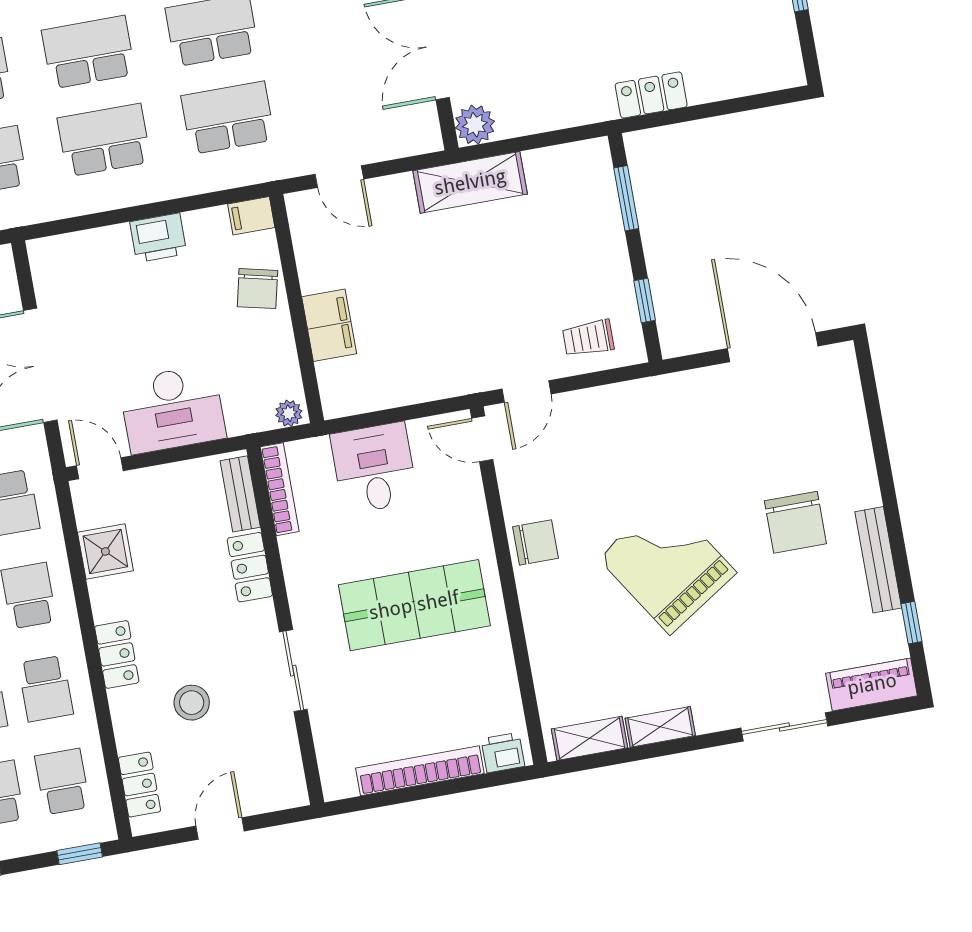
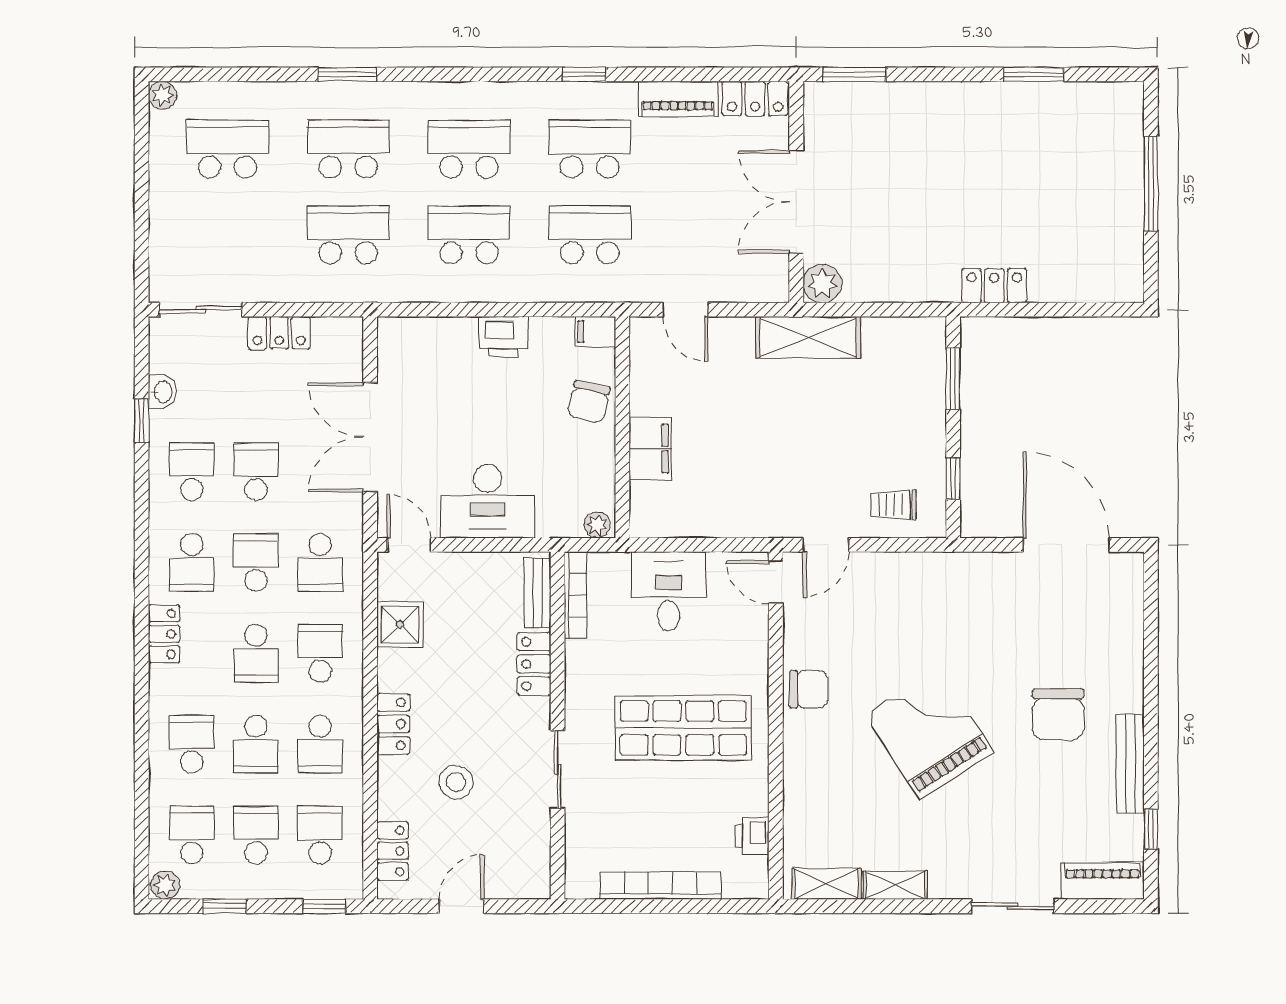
printer: (503, 753) -> (752, 836), moved, turned -90

